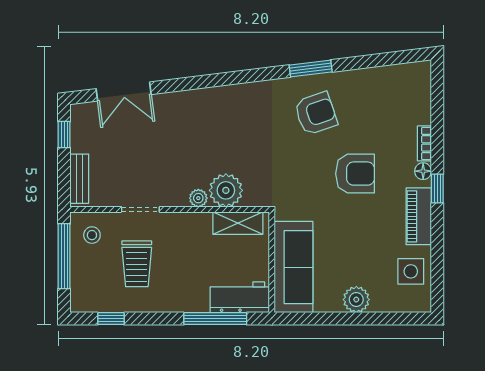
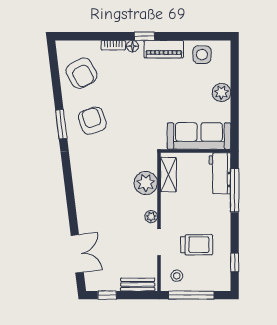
armchair: (355, 174) -> (82, 73), moved, turned 151
plant: (198, 198) -> (151, 217), moved

